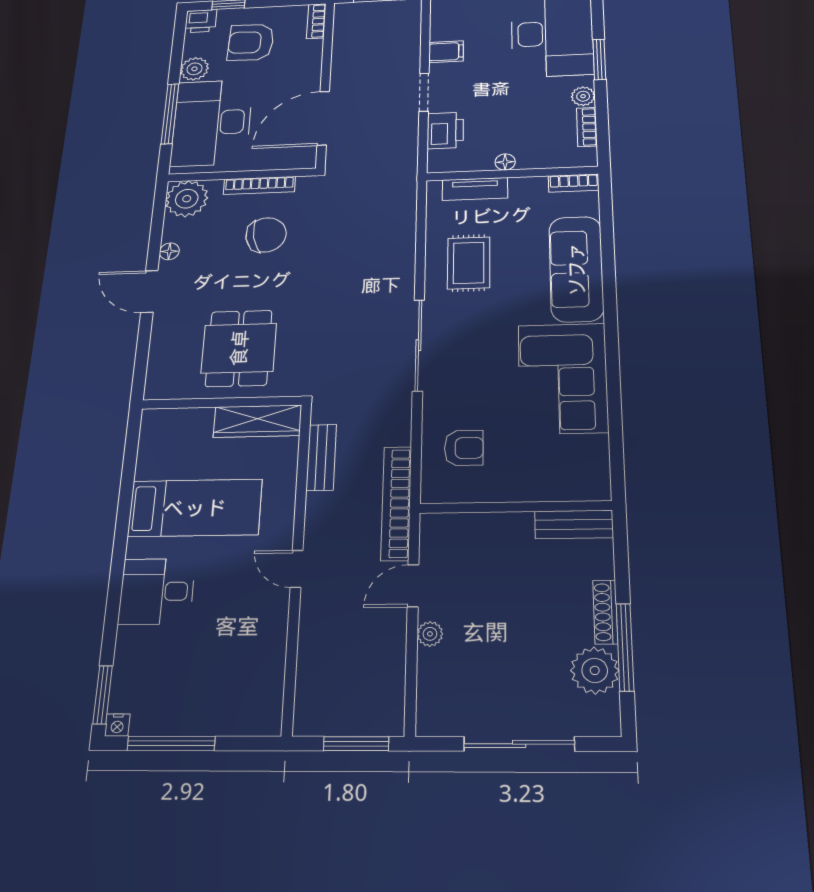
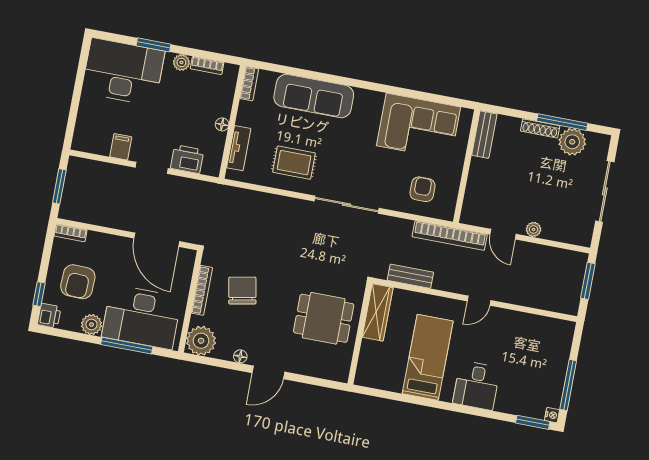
corner sofa: (563, 378) -> (419, 126), moved

